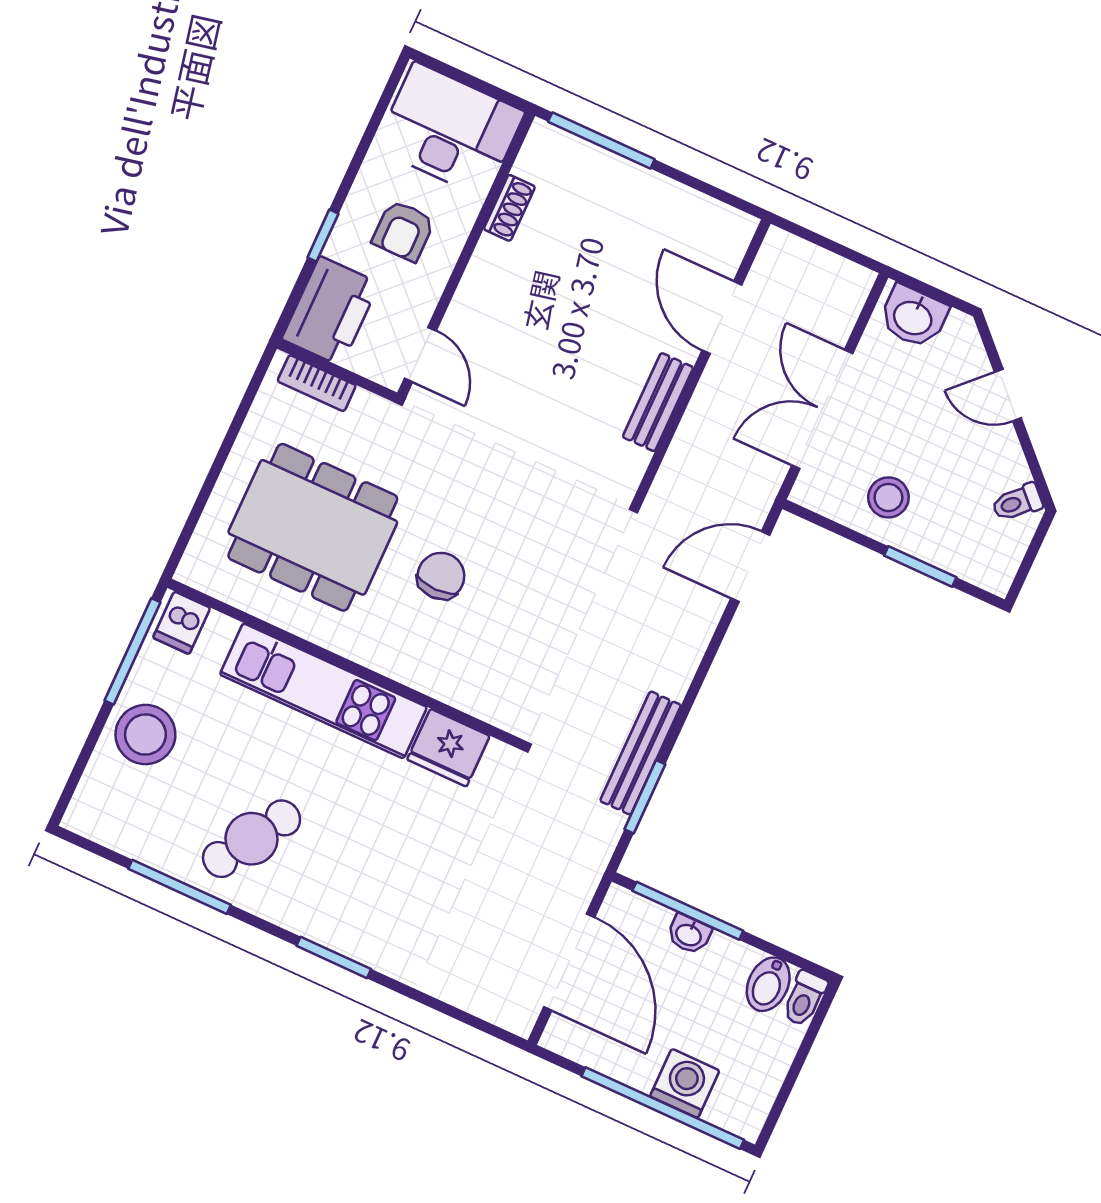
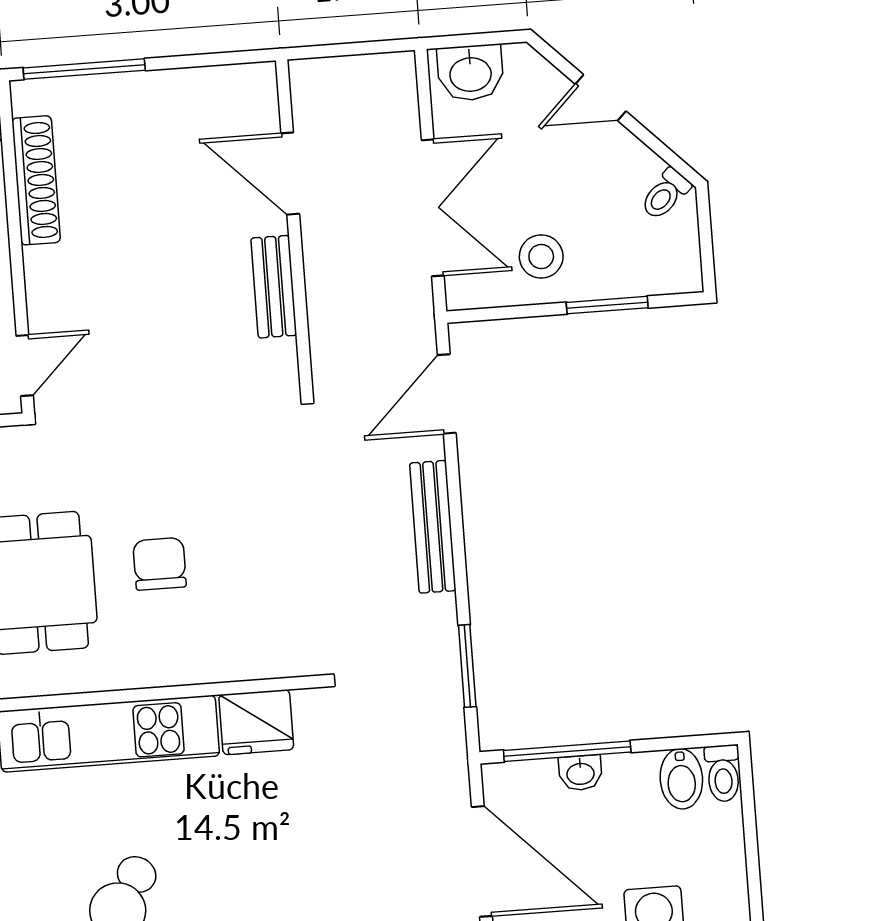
shoe rack: (509, 208) -> (36, 180), width x1.94, depth x1.24
door: (420, 354) -> (25, 366), hinge flipped
double door: (822, 409) -> (433, 208), swing flipped
bench: (640, 753) -> (433, 527), moved

